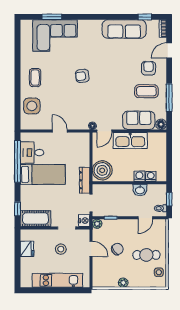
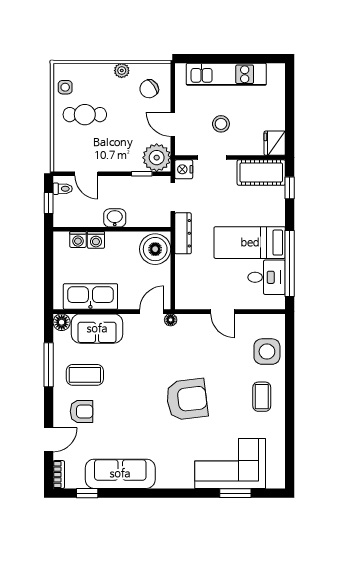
armchair: (148, 68) -> (82, 411), turned -90
armchair: (82, 76) -> (187, 399), width x1.88, depth x1.88
kitchen sink: (130, 141) -> (90, 297), moved
washbasin: (140, 190) -> (115, 218), moved
door: (145, 218) -> (86, 174), swing flipped
plant: (97, 224) -> (157, 158), width x1.87, depth x1.87
fridge: (27, 249) -> (275, 143), moved
chair: (117, 249) -> (149, 89), moved

